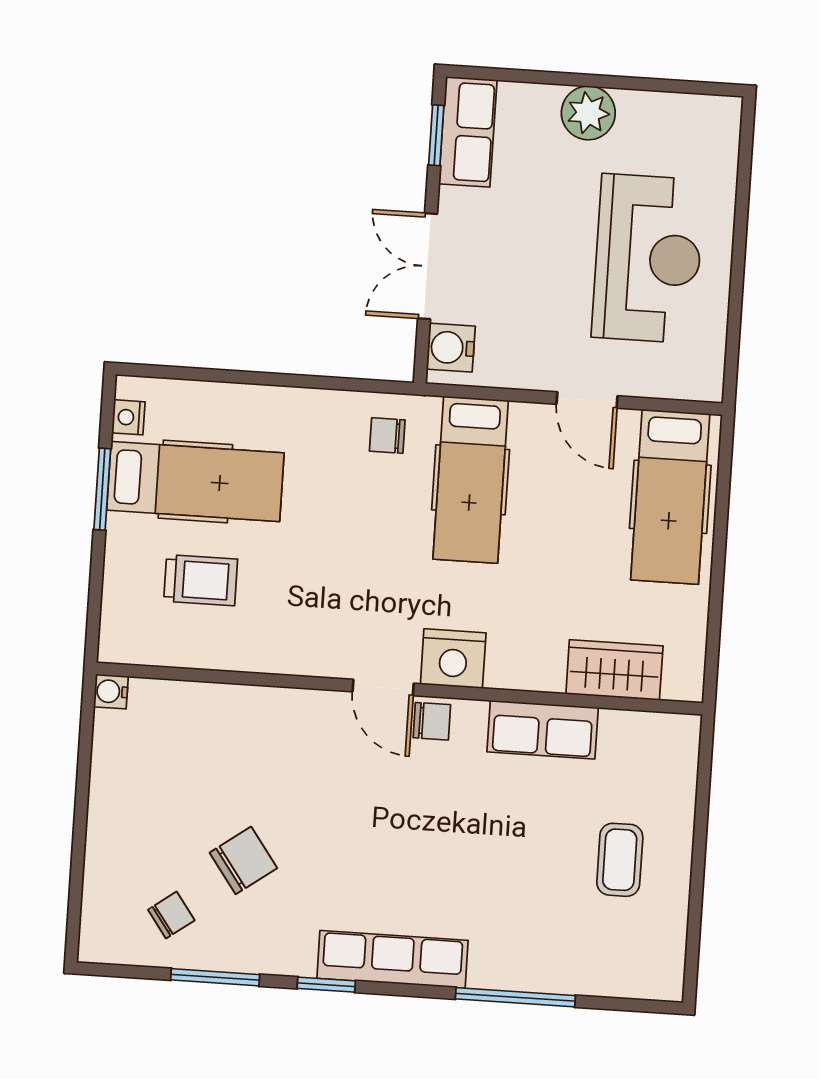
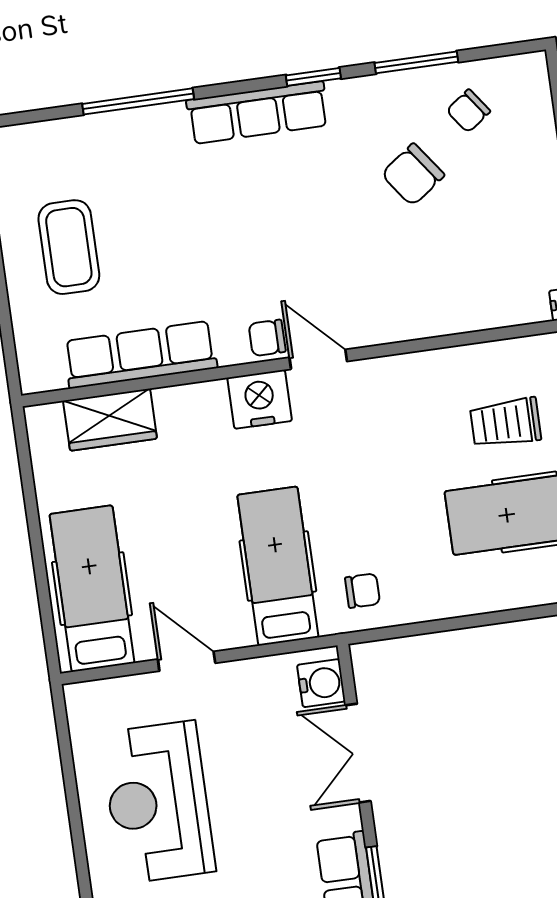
double door: (427, 266) -> (358, 753), swing flipped
row of seats: (543, 730) -> (140, 355), width x1.48
coffee table: (620, 860) -> (69, 247), width x1.36, depth x1.30

